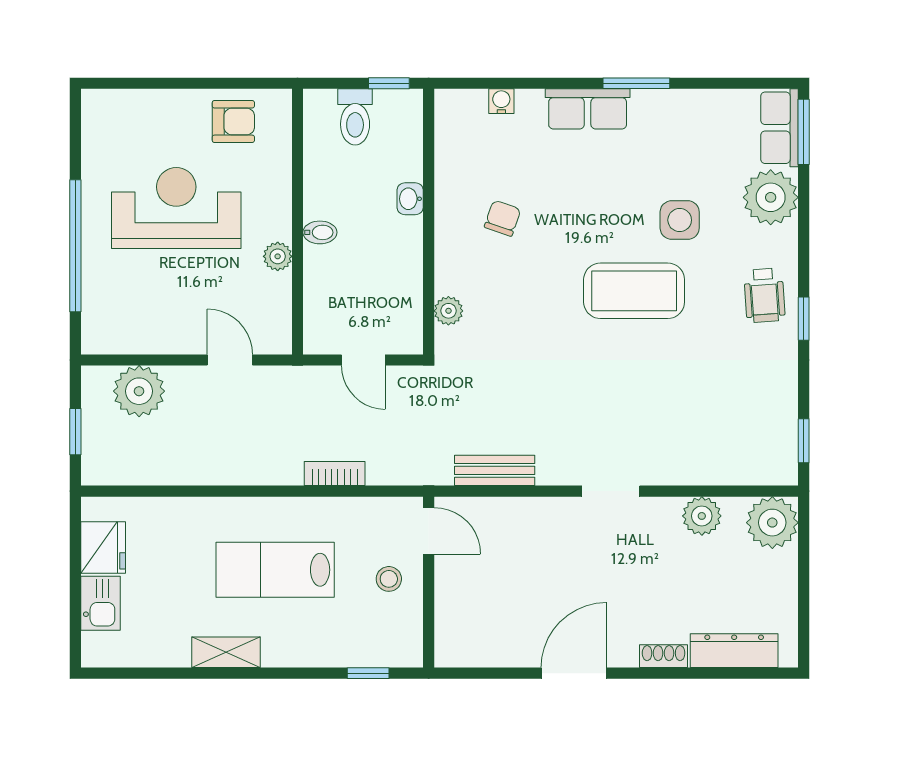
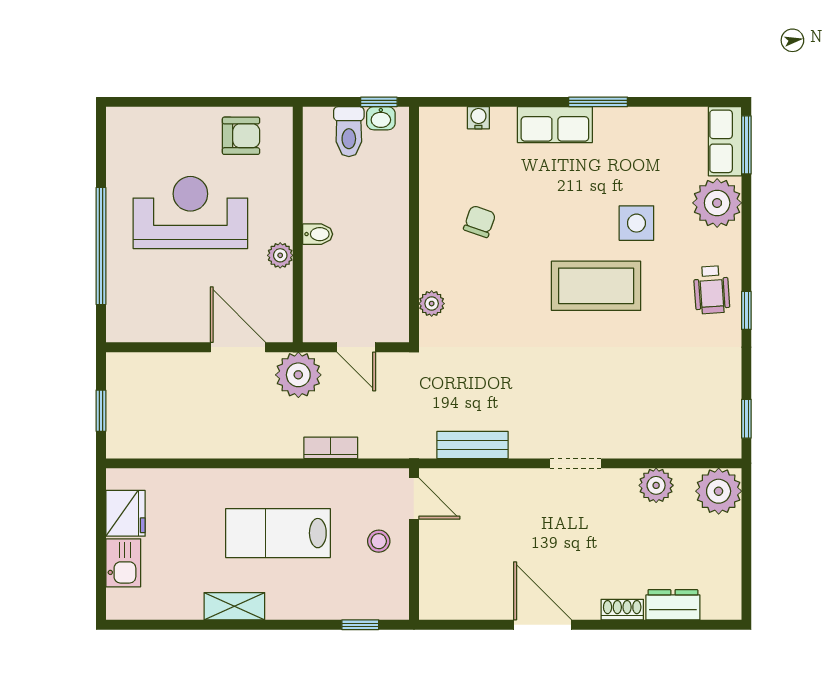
washbasin: (410, 199) -> (381, 118), moved, turned -90
door: (230, 360) -> (238, 347), width x1.38
plant: (139, 391) -> (298, 375), moved
dresser: (734, 651) -> (673, 605), width x0.70
door: (574, 673) -> (543, 625), hinge flipped

